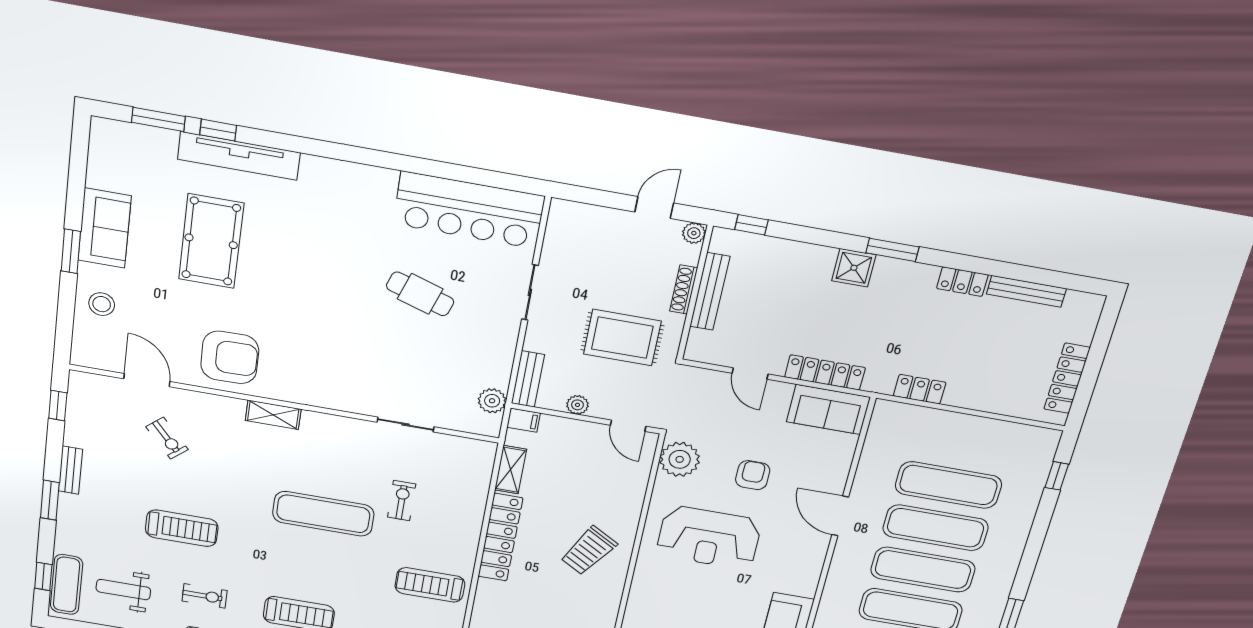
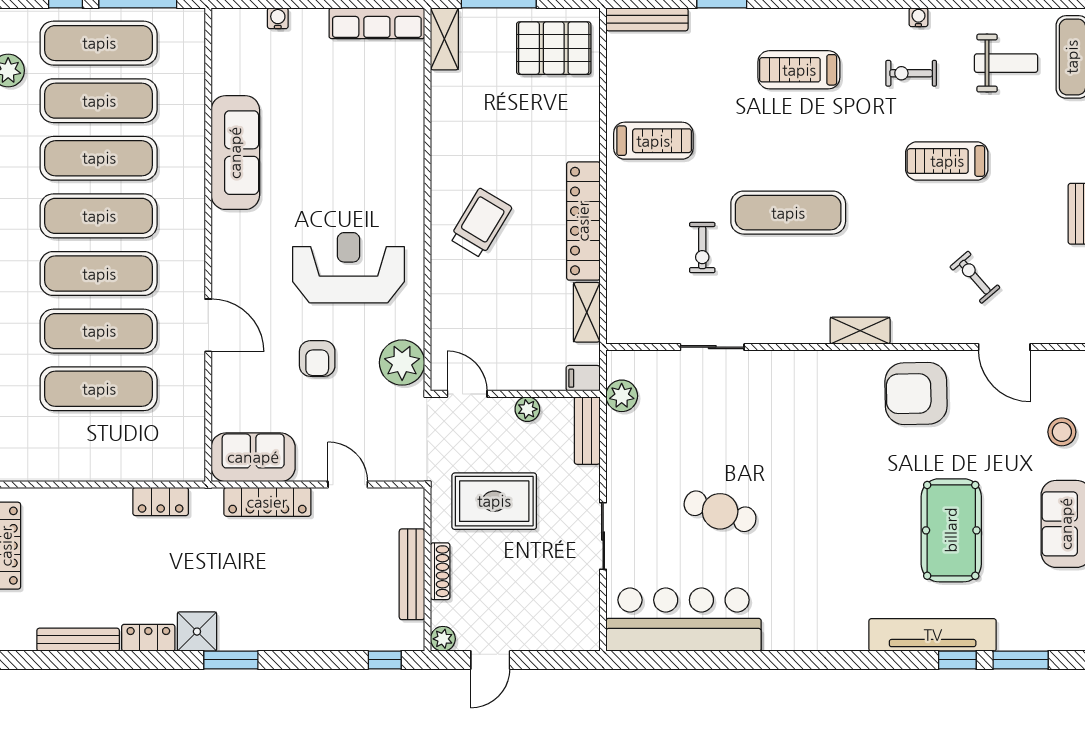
shower: (854, 268) -> (197, 632), moved

